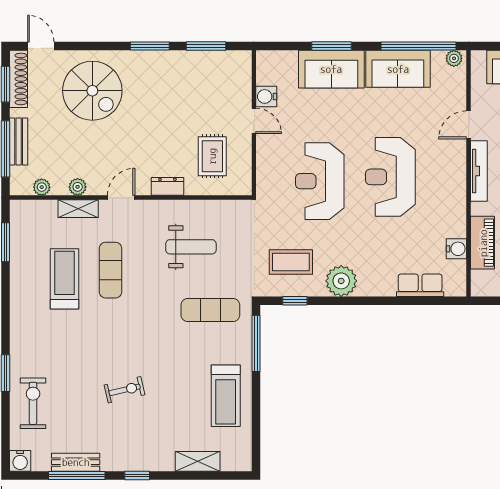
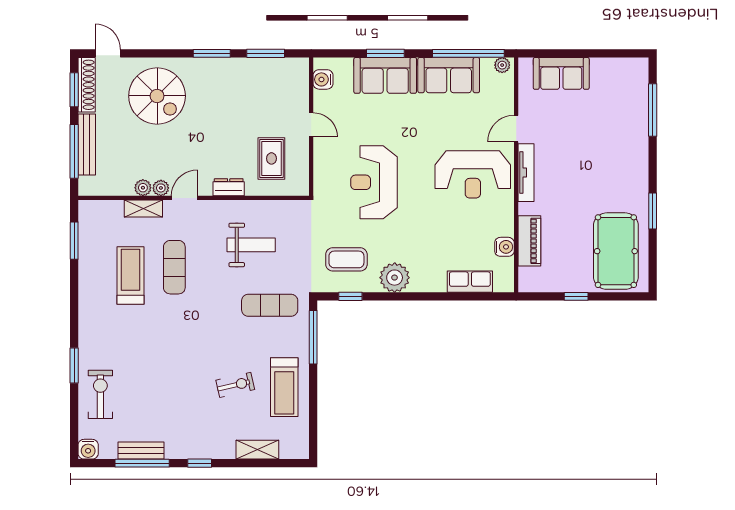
water cooler: (266, 96) -> (323, 79), moved
bench: (19, 142) -> (87, 144), width x1.36
reception desk: (390, 177) -> (473, 174), moved, turned -90
plant: (42, 187) -> (161, 188), moved
exercise bike: (125, 390) -> (235, 385), moved

